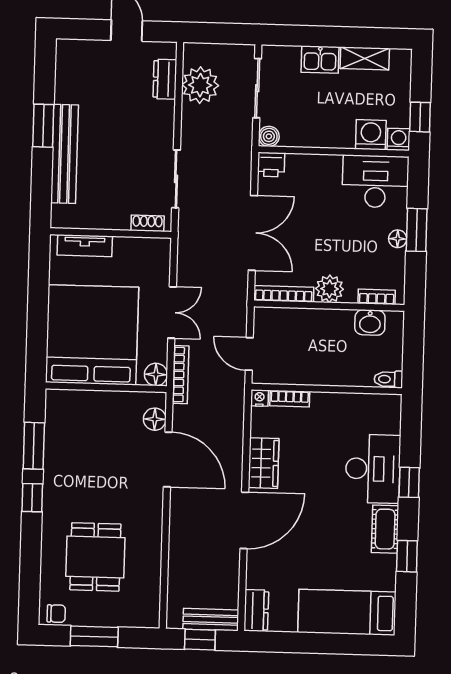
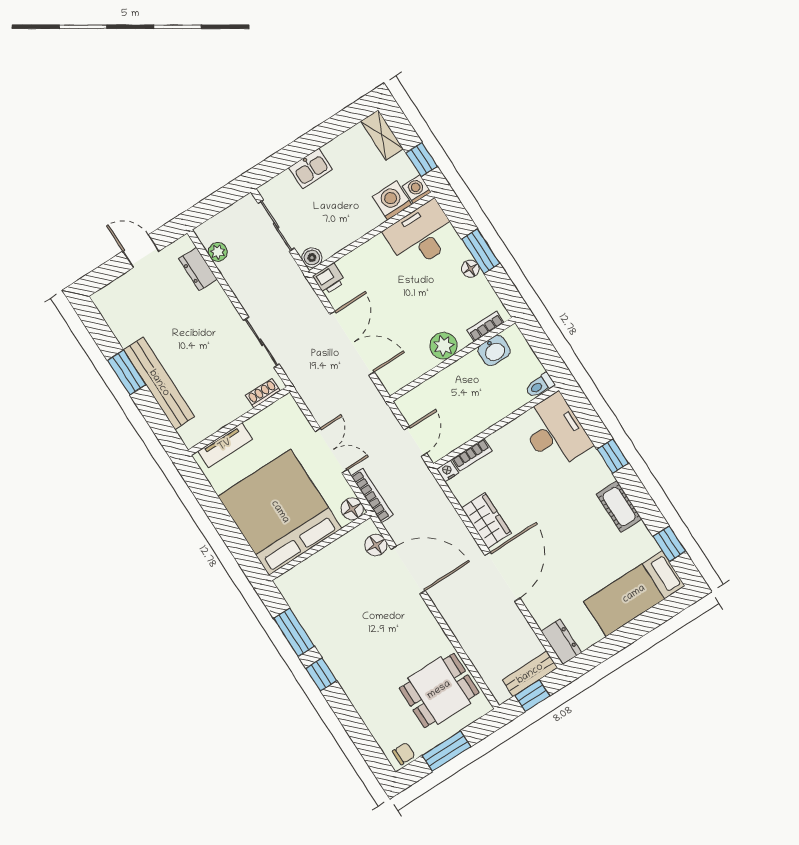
shelving: (365, 58) -> (382, 135), moved, turned 90
plant: (200, 85) -> (218, 252), width x0.53, depth x0.53
bookcase: (284, 294) -> (410, 375), removed
door: (249, 354) -> (415, 442), swing flipped
desk: (373, 469) -> (555, 432), moved
window: (407, 556) -> (669, 544), moved
dining table: (95, 557) -> (439, 690), moved, turned 90

